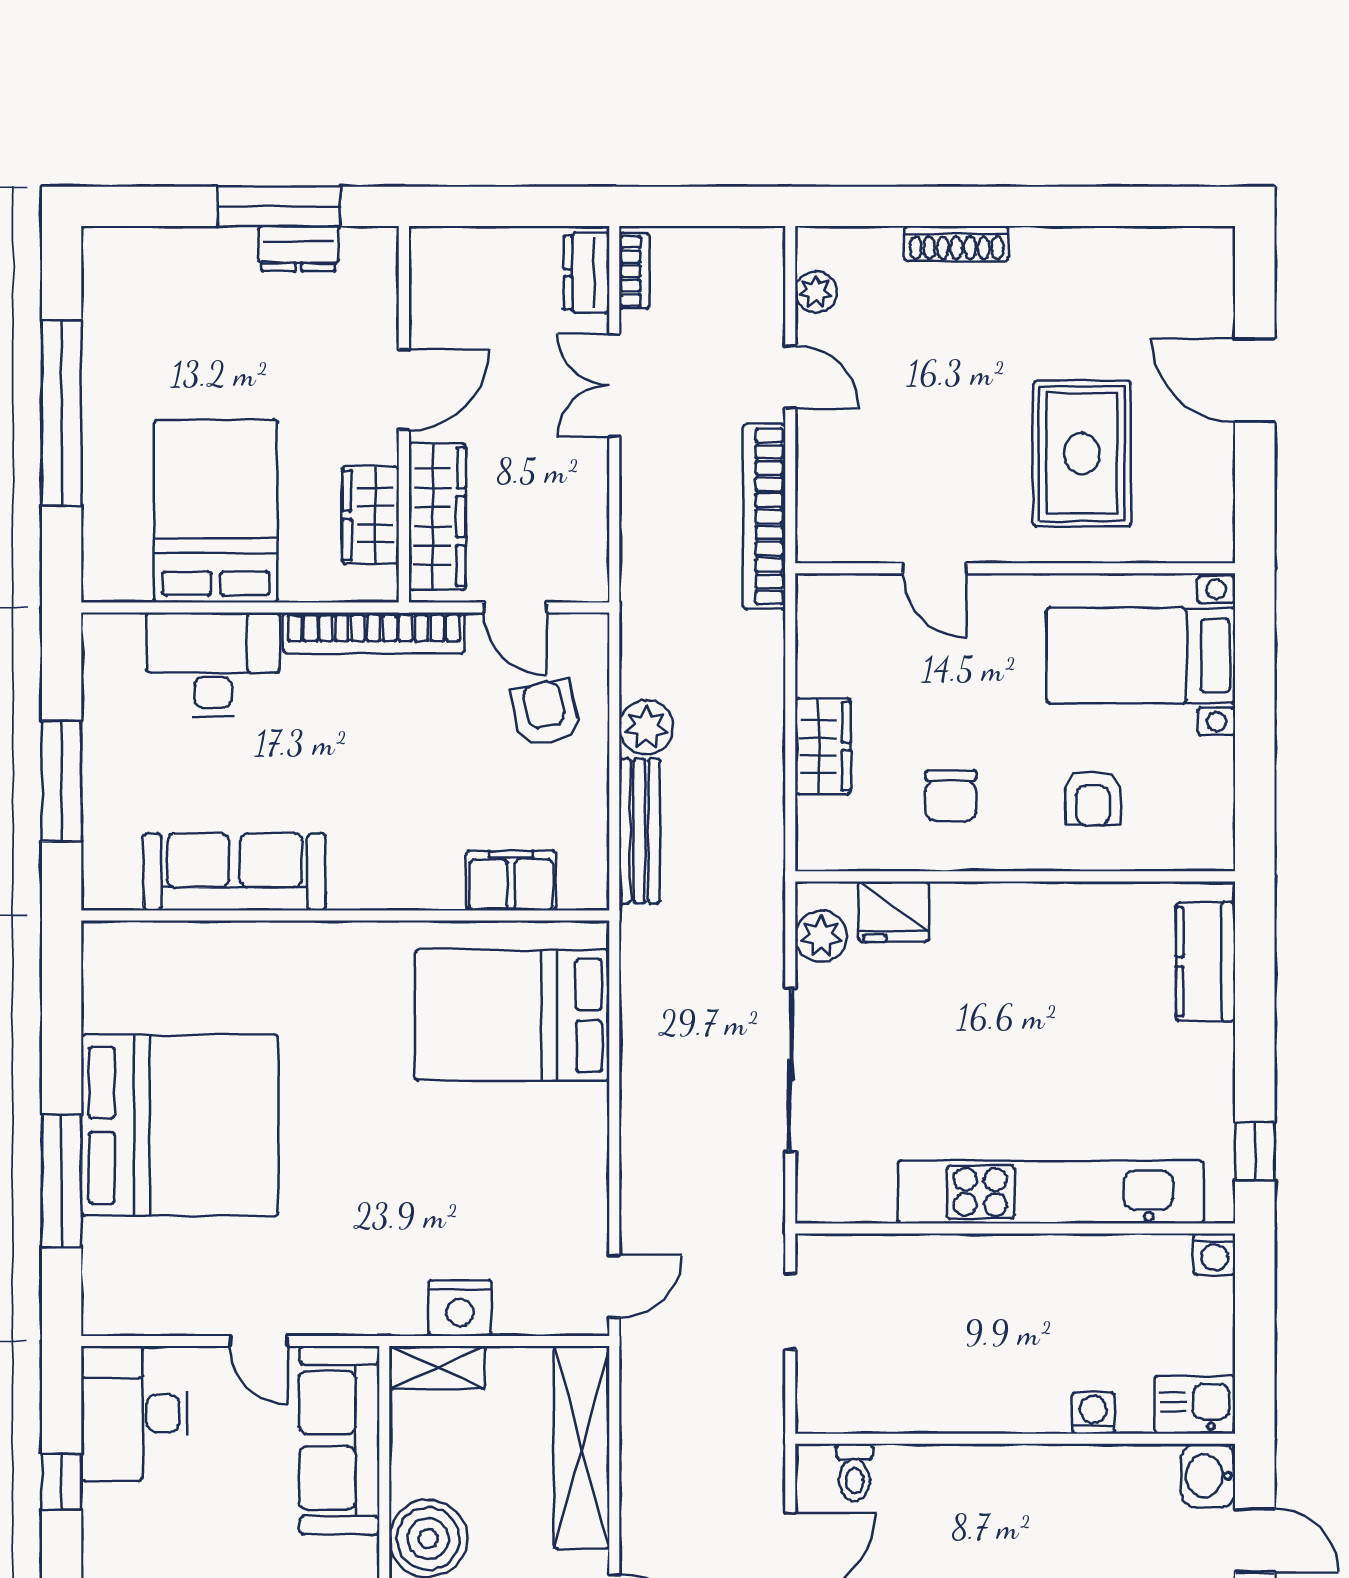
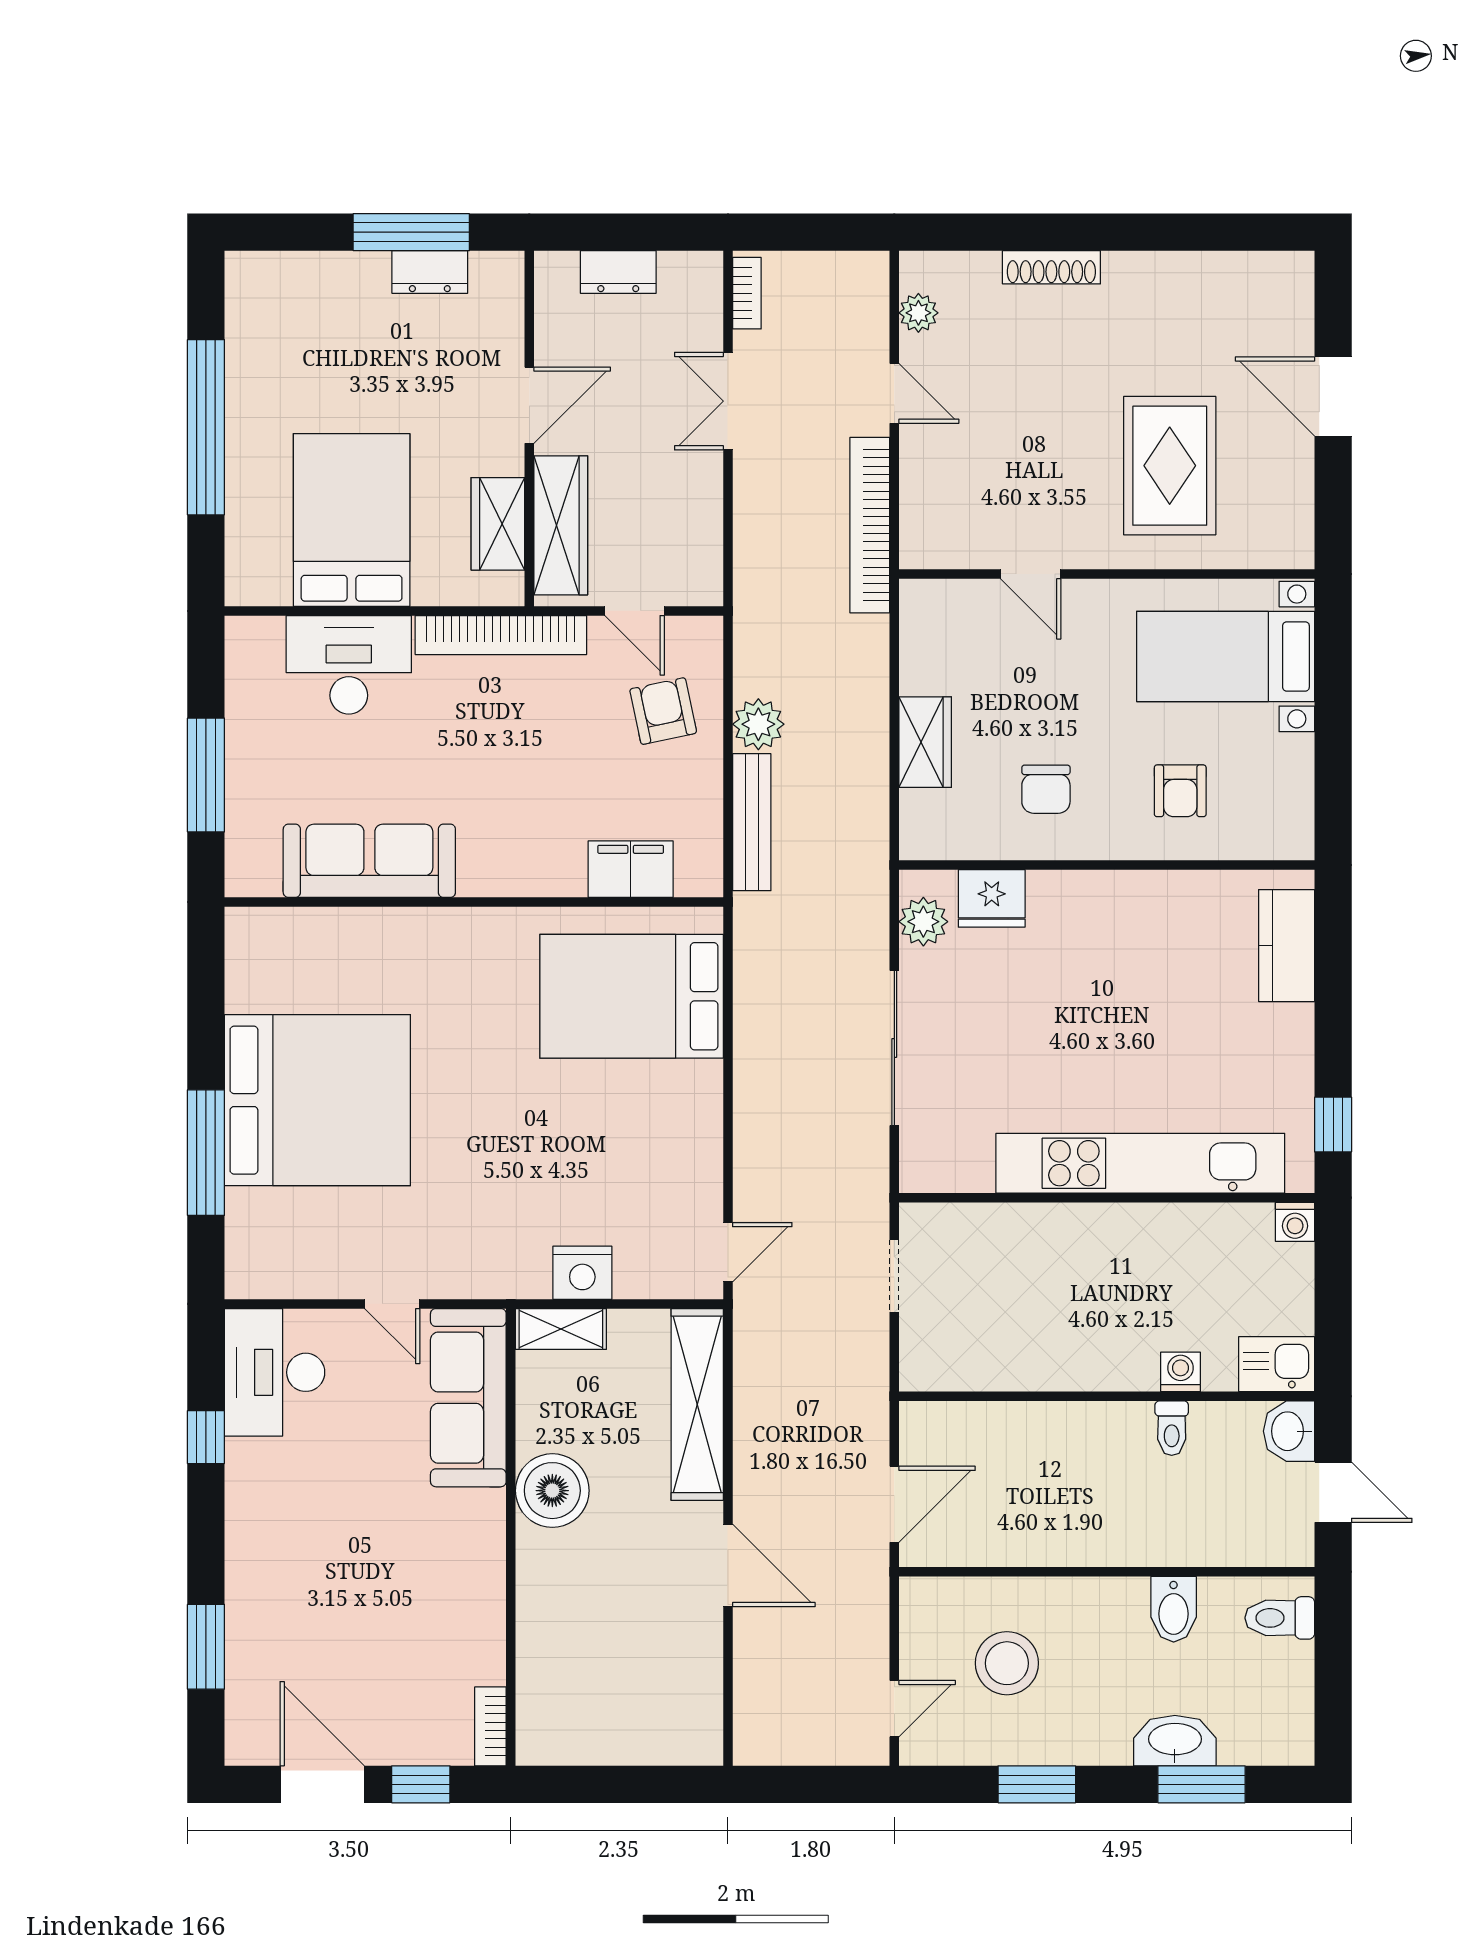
dresser: (587, 273) -> (618, 272), moved, turned -90
toilet: (854, 1472) -> (1172, 1428), moved

